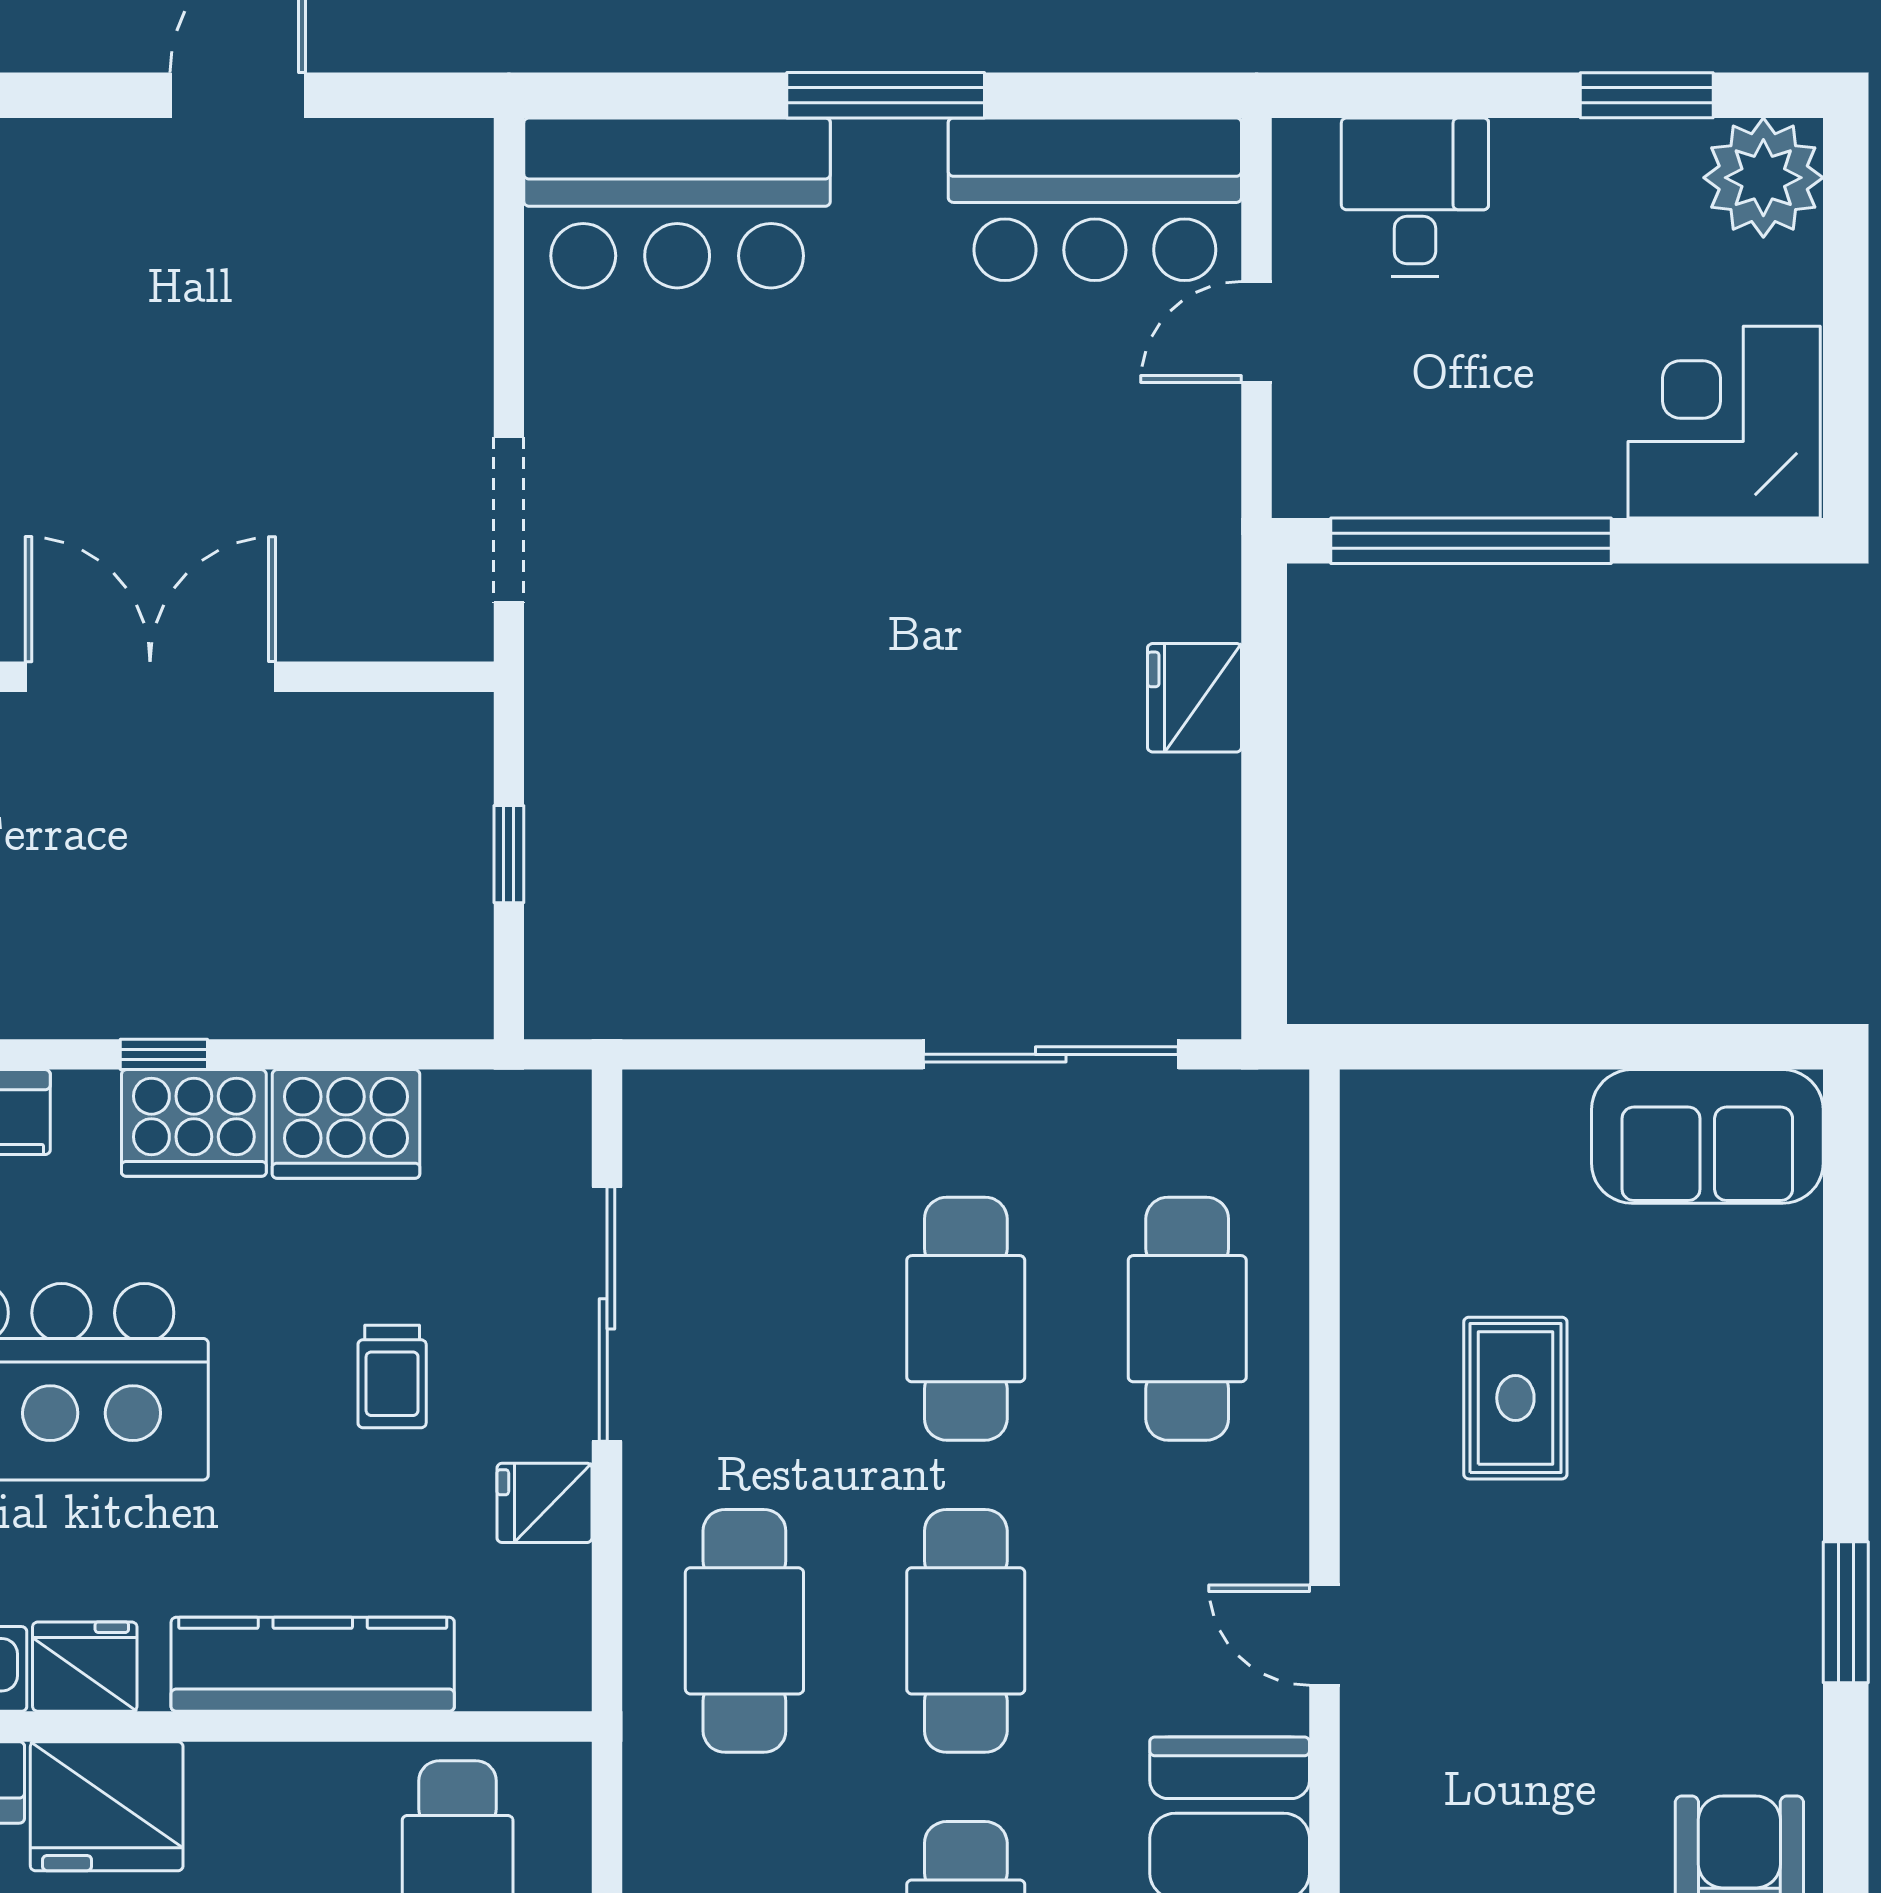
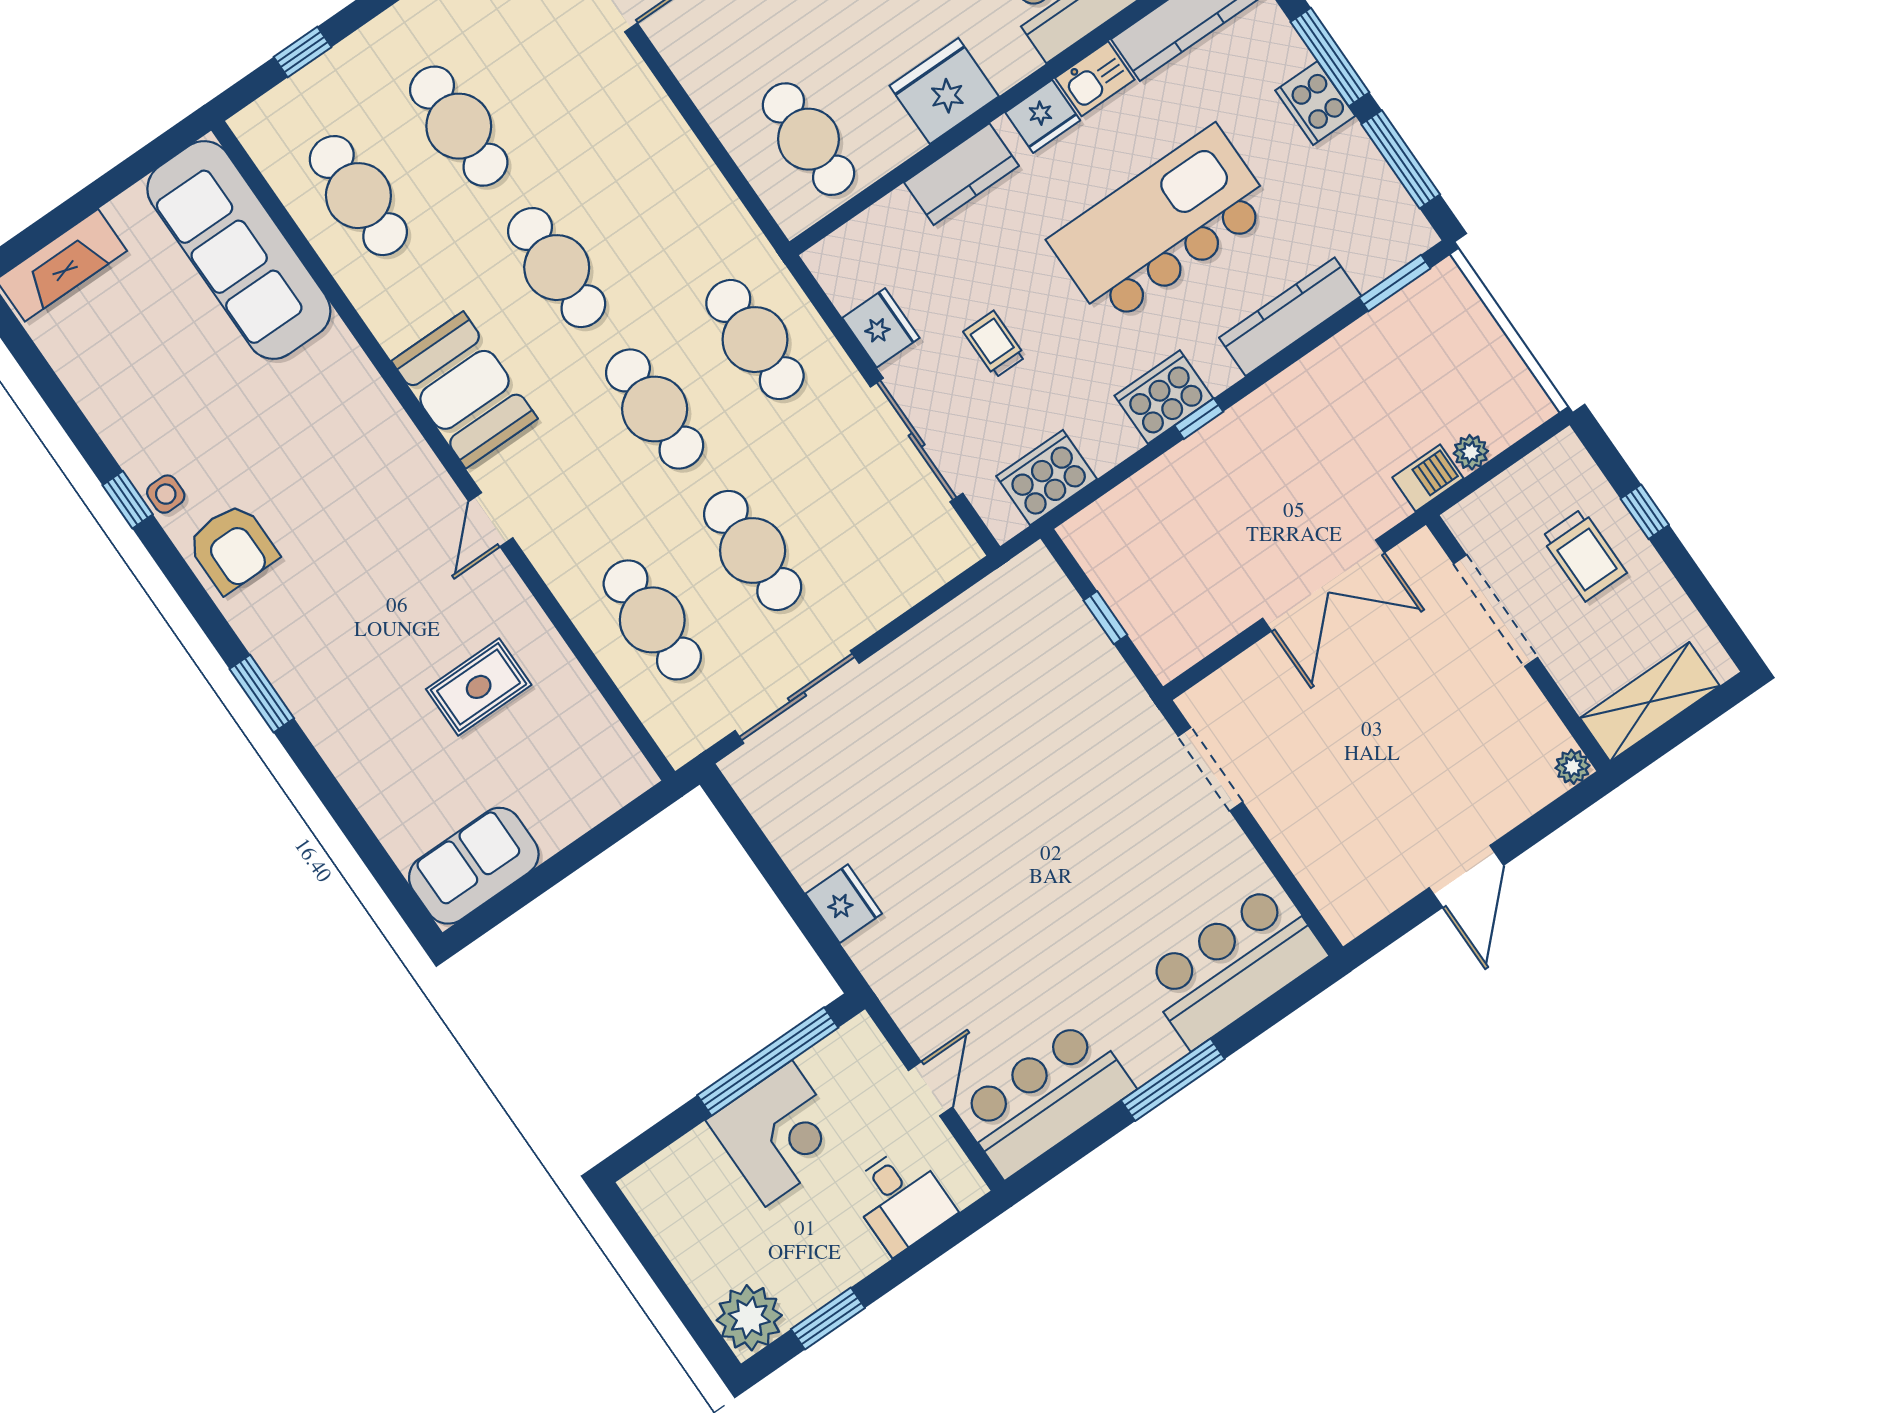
corner desk: (1724, 422) -> (779, 1133), moved
cooker: (346, 1124) -> (1047, 478), moved
rug: (1515, 1398) -> (479, 687), turned 90
fridge: (545, 1503) -> (881, 328), width x1.38
door: (1325, 1635) -> (491, 520), swing flipped
kitchen counter: (313, 1664) -> (961, 174), width x0.67
fridge: (107, 1806) -> (944, 91), moved

